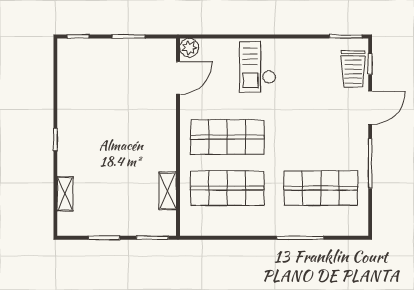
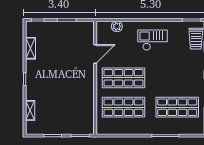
plant: (189, 48) -> (117, 26), moved
checkout: (258, 67) -> (153, 40), moved, turned 90
door: (178, 78) -> (95, 54), moved
shelving: (168, 191) -> (31, 48), moved

